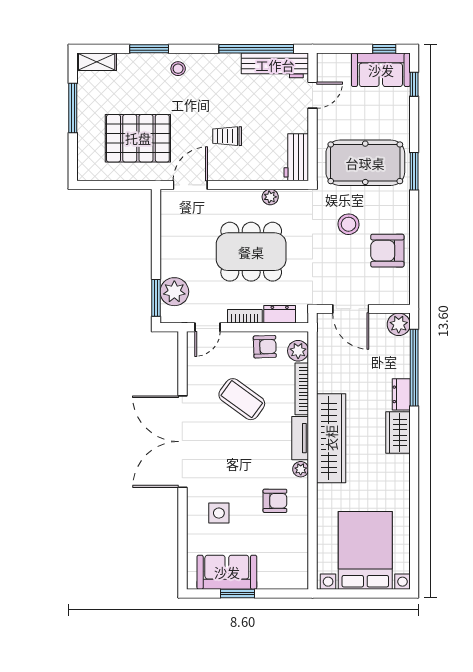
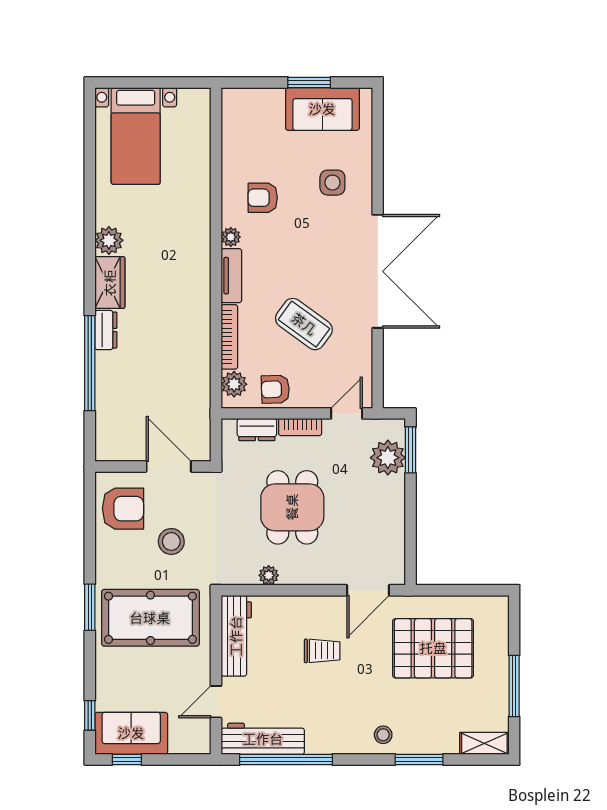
workbench: (296, 157) -> (236, 636), width x1.38
dining table: (251, 252) -> (292, 507), width x0.73
door: (351, 309) -> (169, 466), moved
wall: (363, 309) -> (153, 466), moved
plant: (399, 324) -> (109, 240), moved
wardrobe: (331, 438) -> (193, 275), removed
bed with nightstands: (365, 550) -> (136, 136), width x0.73

